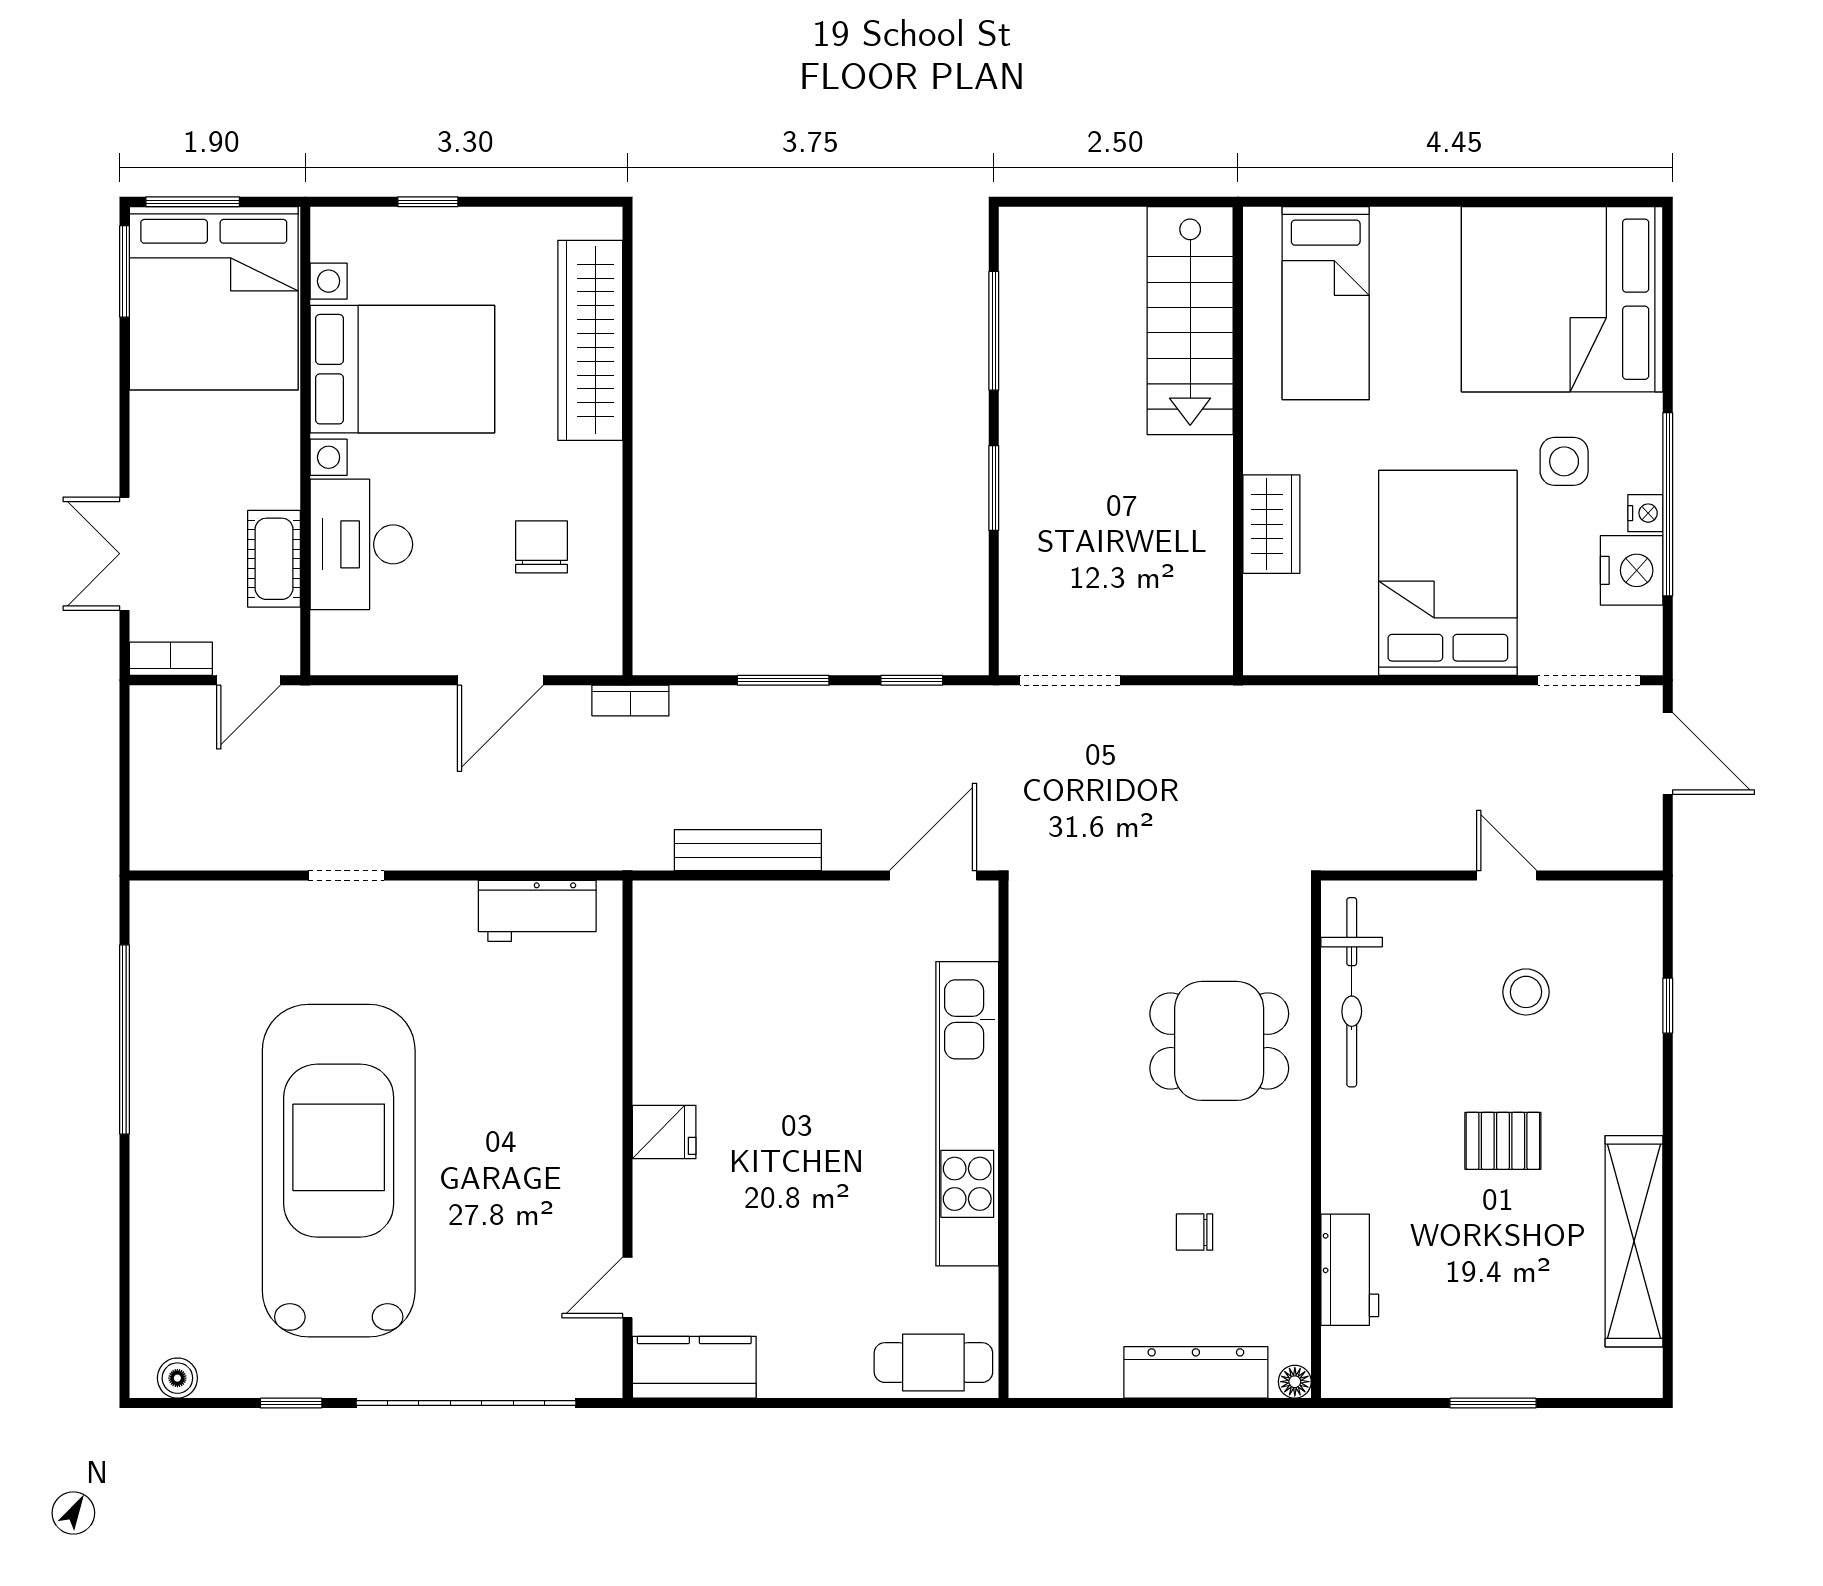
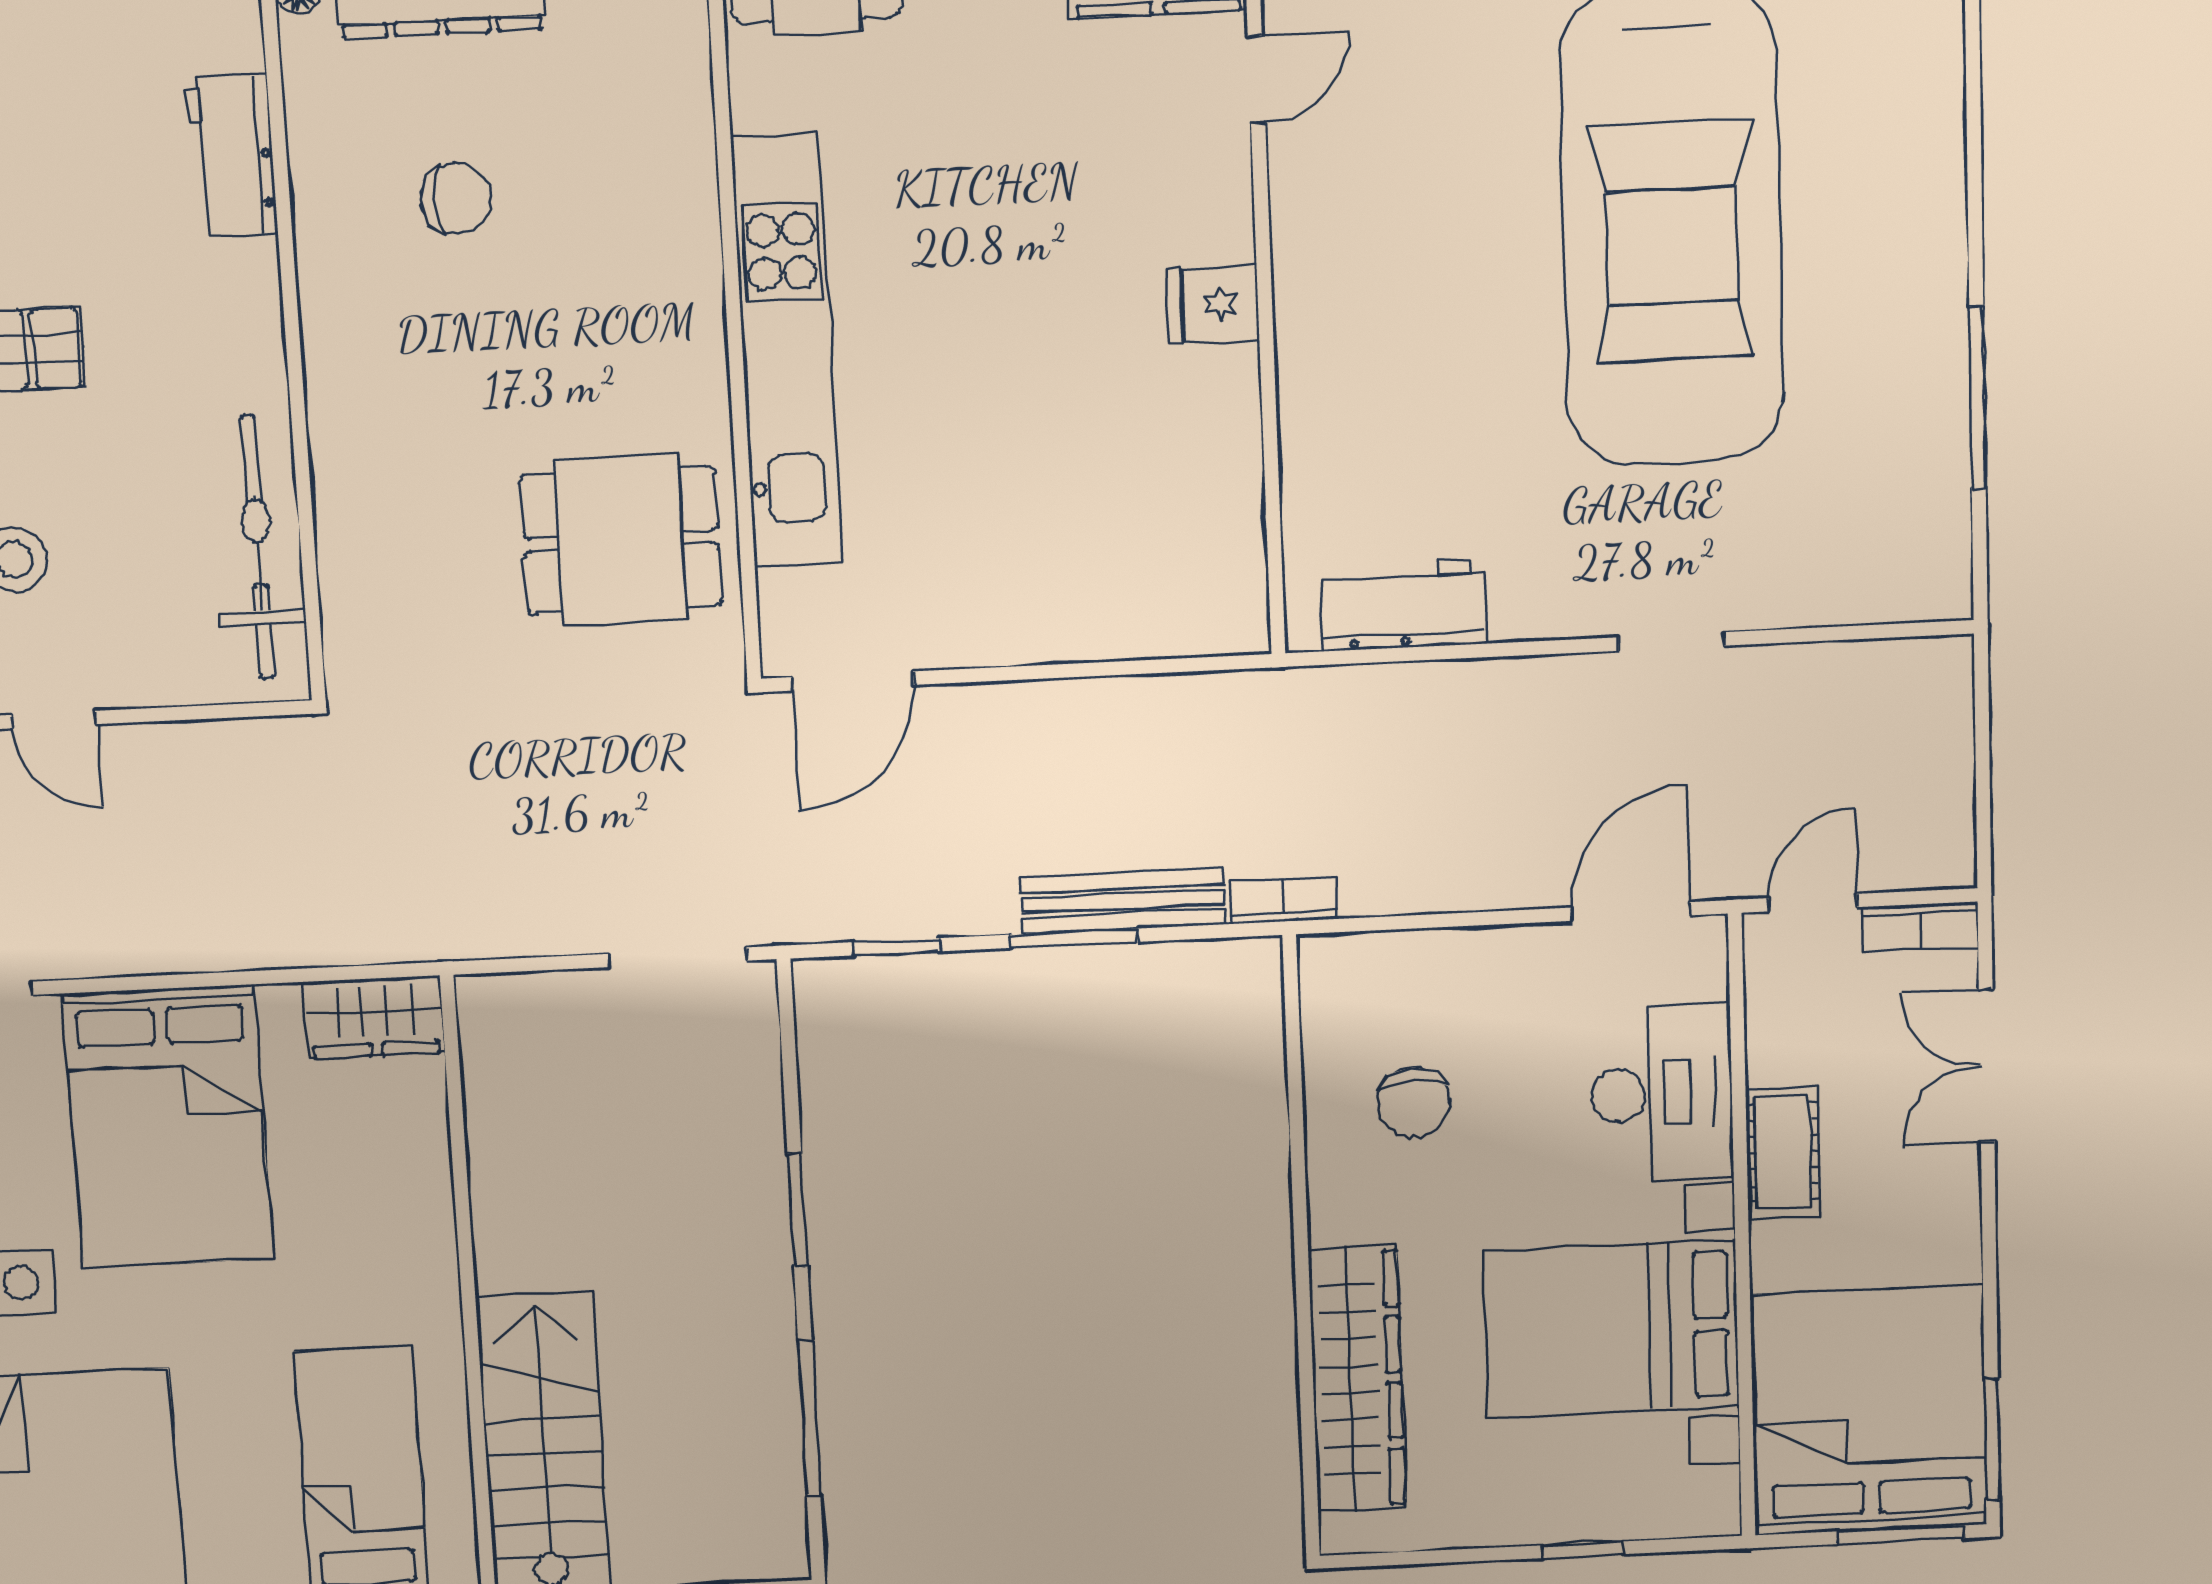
wardrobe: (1271, 524) -> (375, 1017), moved, turned -90
double door: (125, 554) -> (1987, 1065), swing flipped
cot: (274, 559) -> (1783, 1152), moved
door: (500, 680) -> (1630, 911), moved
bench: (748, 850) -> (1123, 901), moved
window: (125, 1040) -> (1978, 398), width x0.68
dining table: (1219, 1041) -> (621, 540), moved
chair: (1195, 1232) -> (455, 198), width x1.37, depth x1.37

